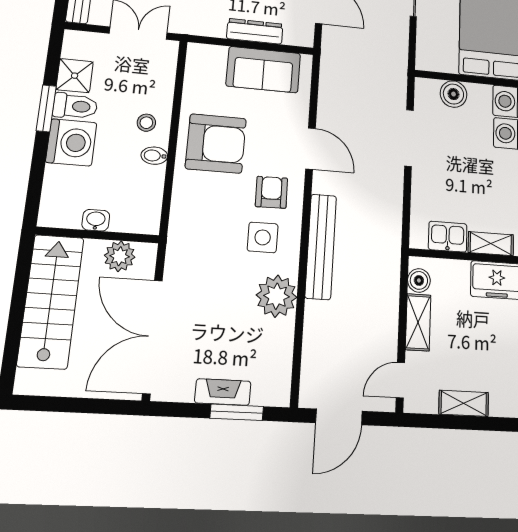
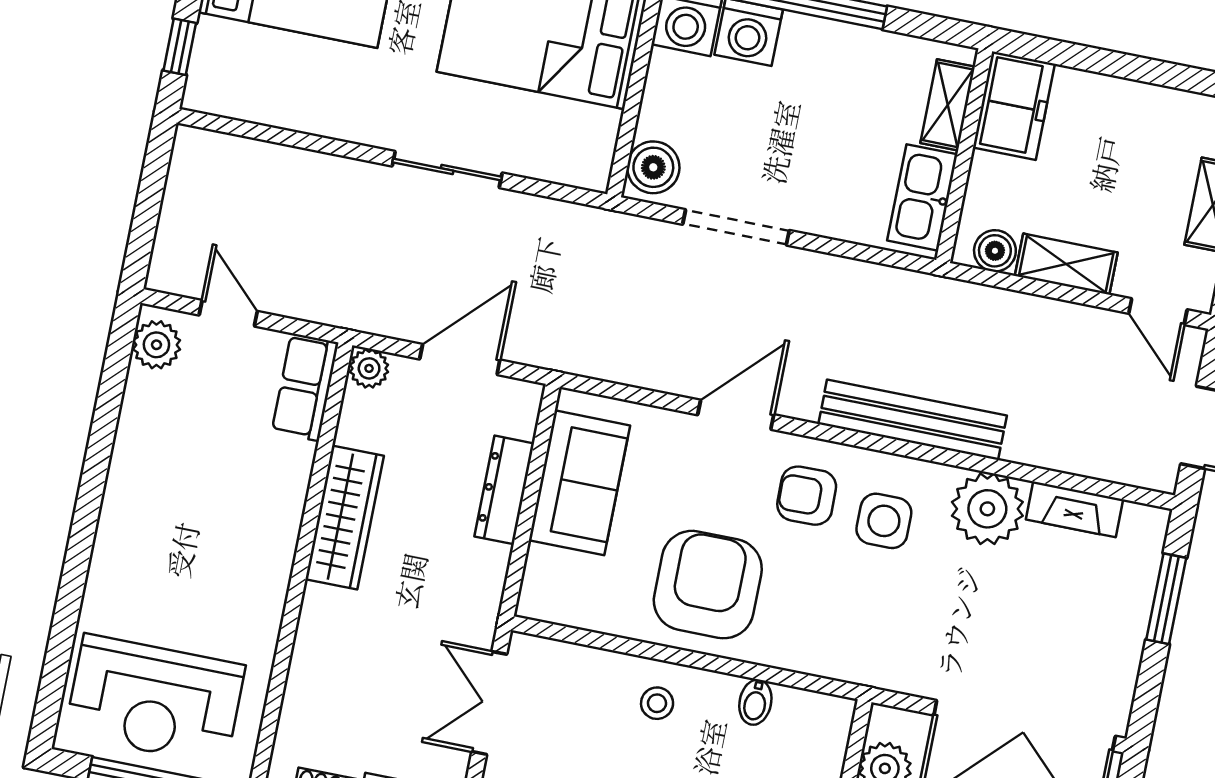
boiler: (453, 94) -> (653, 167), moved
bidet: (154, 156) -> (755, 702), moved
kitchen sink: (448, 237) -> (922, 197), width x1.38
fireplace: (223, 392) -> (1074, 509), moved, turned -90

